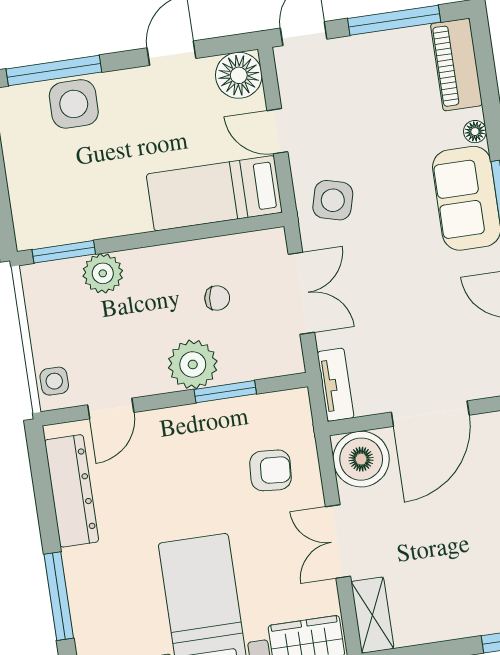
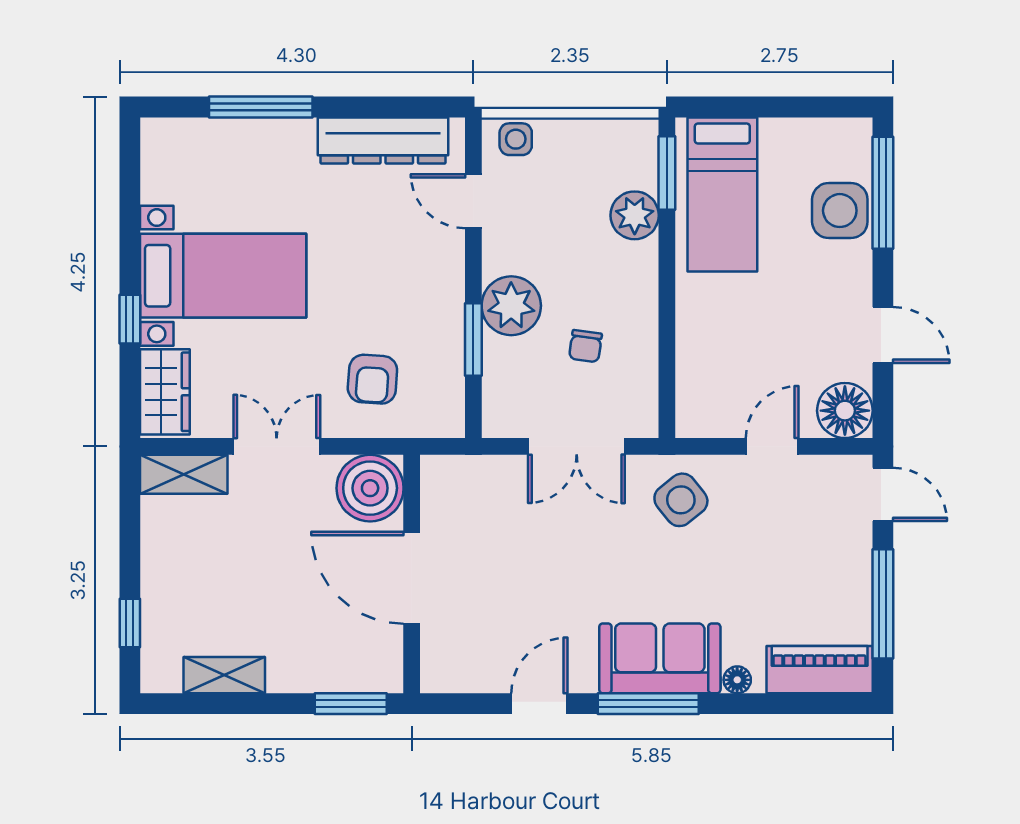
bed: (214, 193) -> (722, 194), moved, turned 180
side table: (333, 200) -> (681, 500), turned 36
tv unit: (336, 385) -> (462, 471), removed

